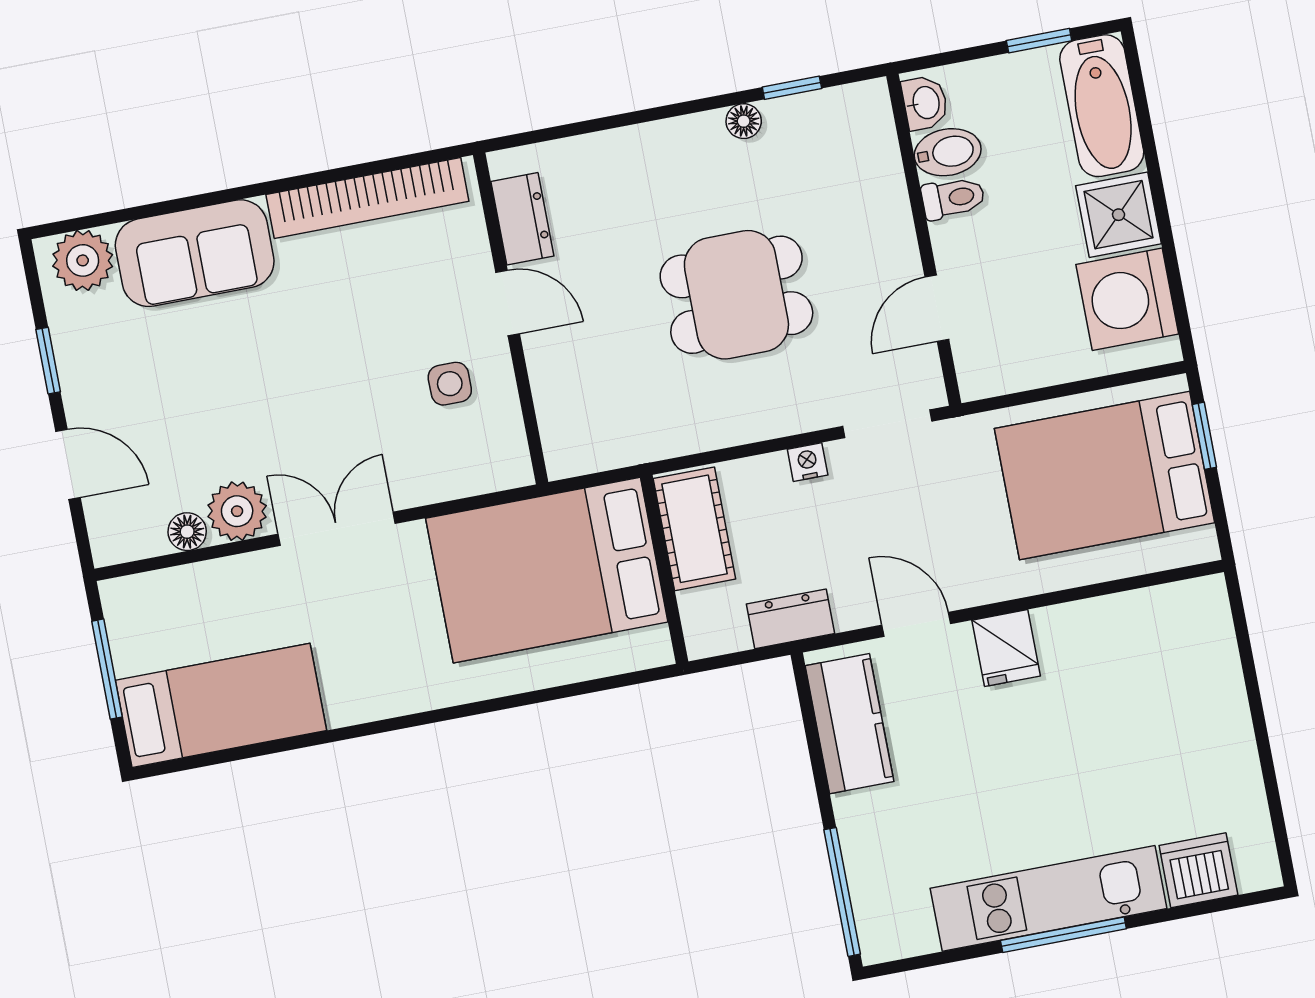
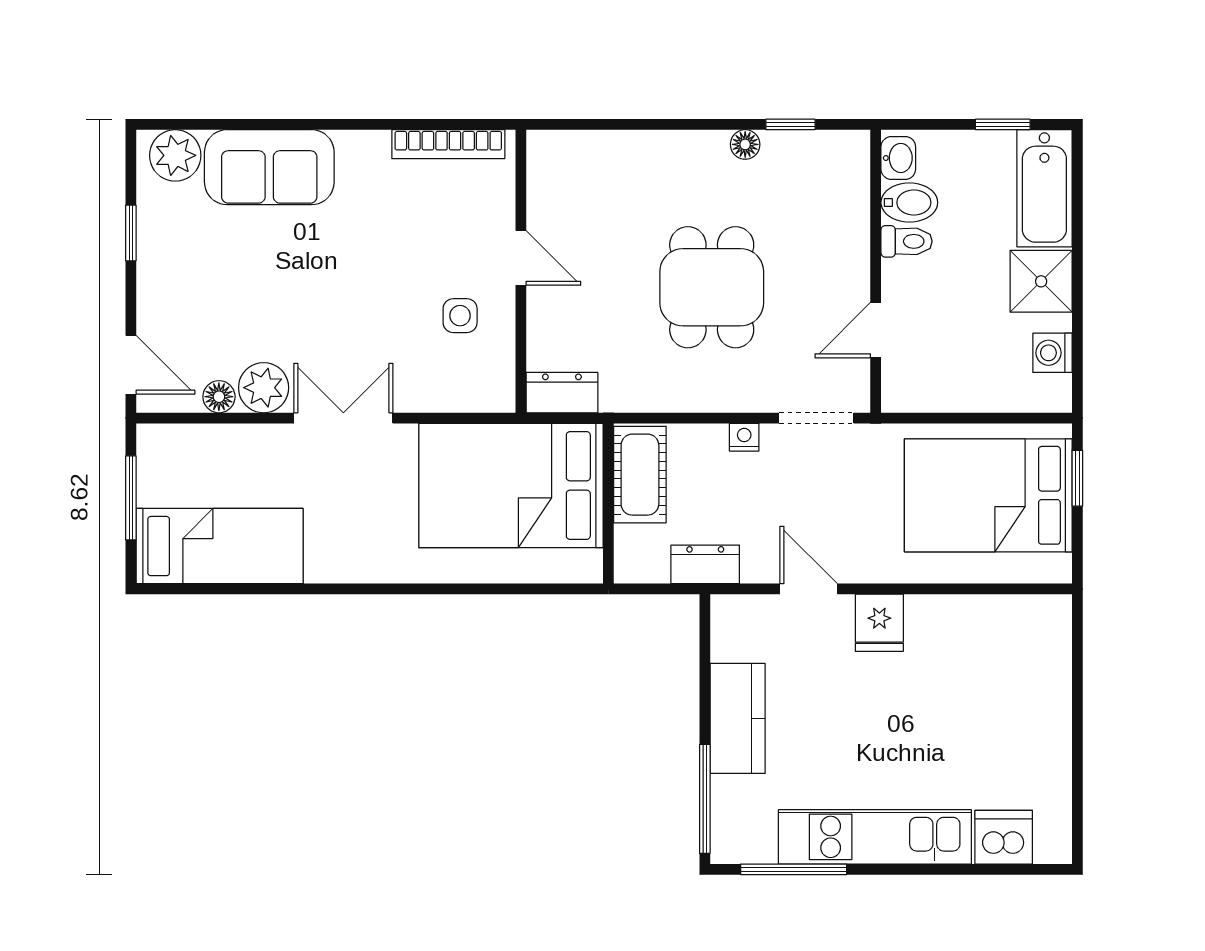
bookcase: (367, 198) -> (448, 144), width x0.68, depth x0.76
dresser: (522, 219) -> (562, 393), moved, turned -90
dining table: (736, 295) -> (712, 287), turned 90
washing machine: (1127, 299) -> (1052, 353), width x0.53, depth x0.53
door: (68, 464) -> (131, 365), moved
kitchen counter: (849, 724) -> (738, 718), moved
window: (1063, 935) -> (794, 869), moved

